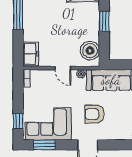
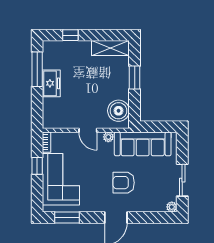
freezer: (31, 54) -> (51, 83), moved
window: (18, 121) -> (37, 166), moved
corner sofa: (48, 124) -> (61, 179), moved, turned 90

